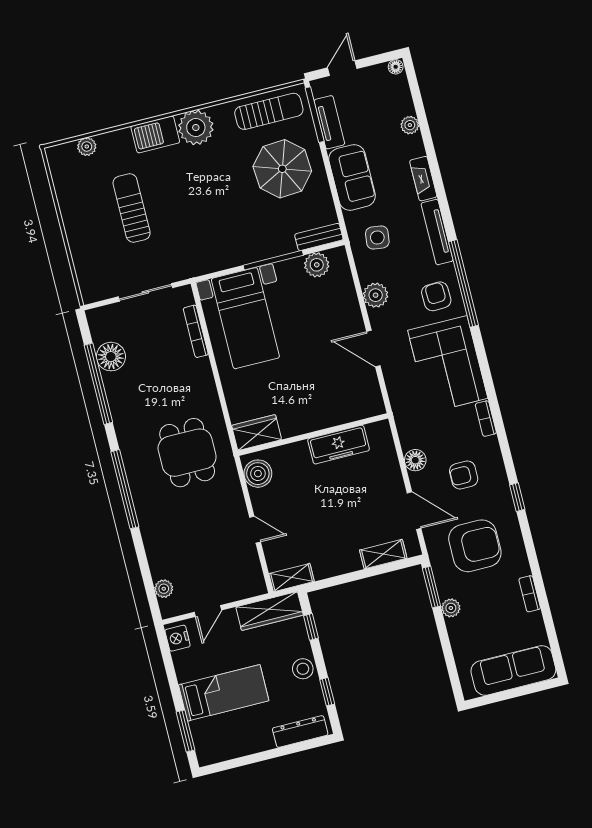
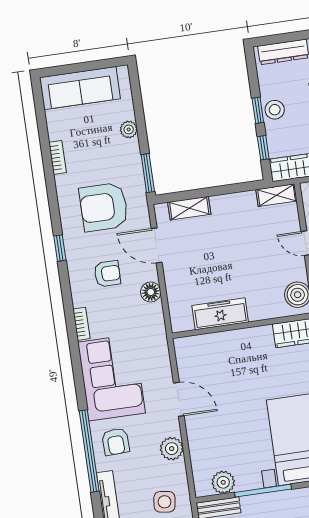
plant: (451, 608) -> (129, 129), moved
window: (327, 692) -> (258, 110), moved

